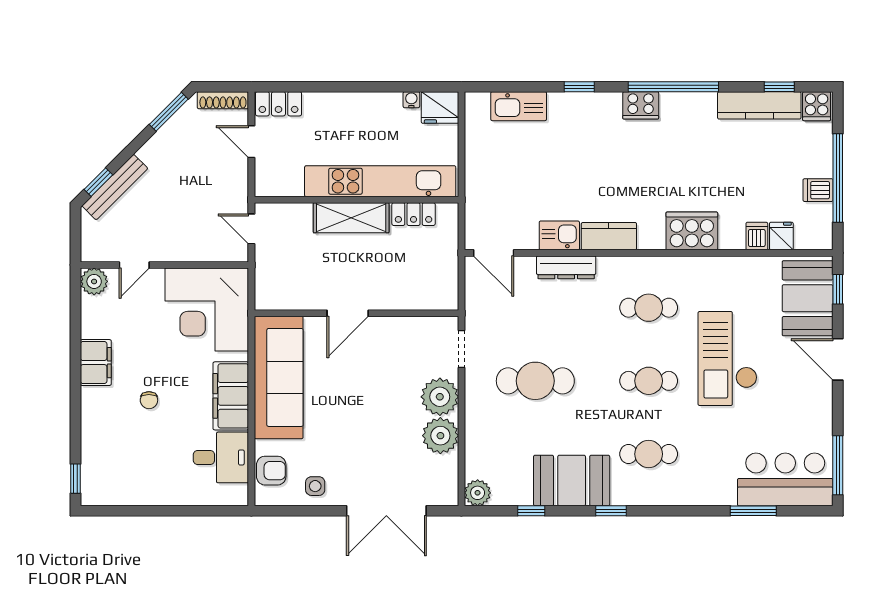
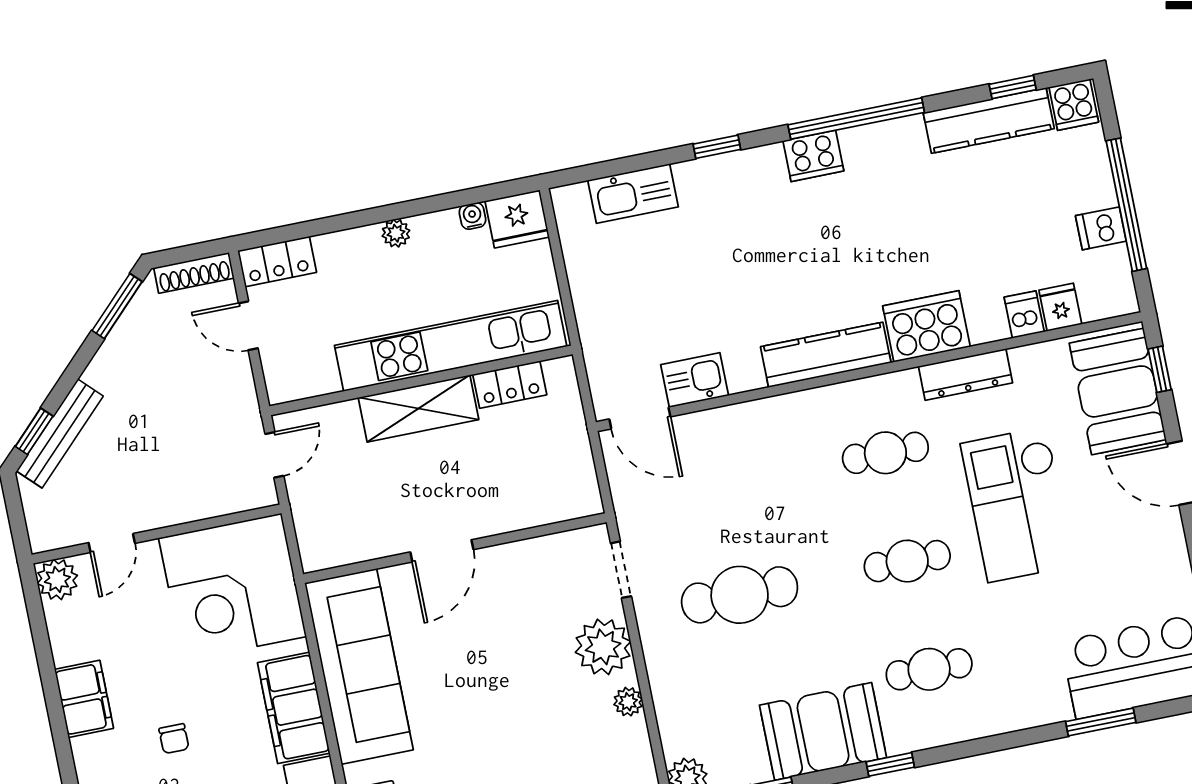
plant: (359, 101) -> (396, 233), added
door: (251, 229) -> (274, 455), swing flipped
kitchen sink: (559, 235) -> (695, 380), moved
kitchen counter: (609, 236) -> (826, 355), width x1.50
dresser: (566, 267) -> (966, 375), moved
plant: (440, 436) -> (628, 702), width x0.53, depth x0.53

